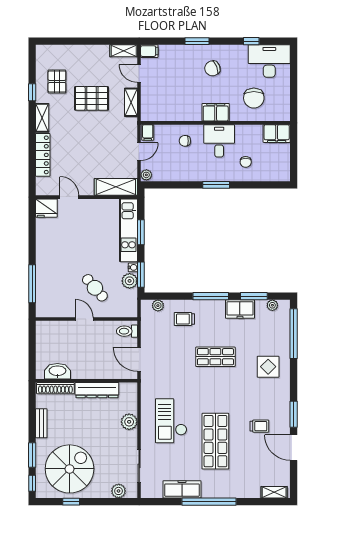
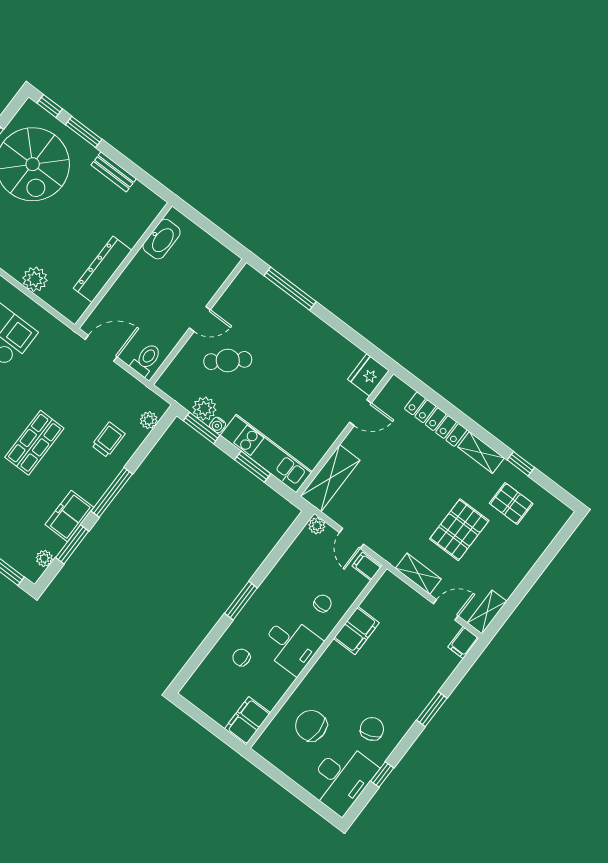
chair: (212, 68) -> (372, 729), moved
filing cabinet: (216, 112) -> (356, 631), moved
shoe rack: (55, 388) -> (143, 221), removed

